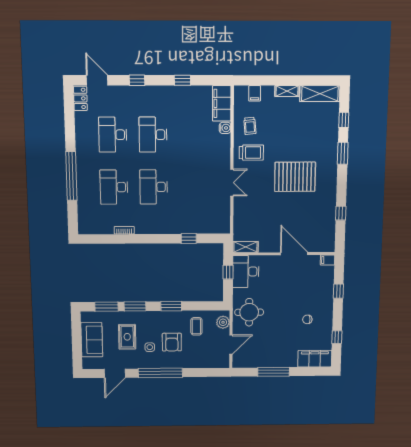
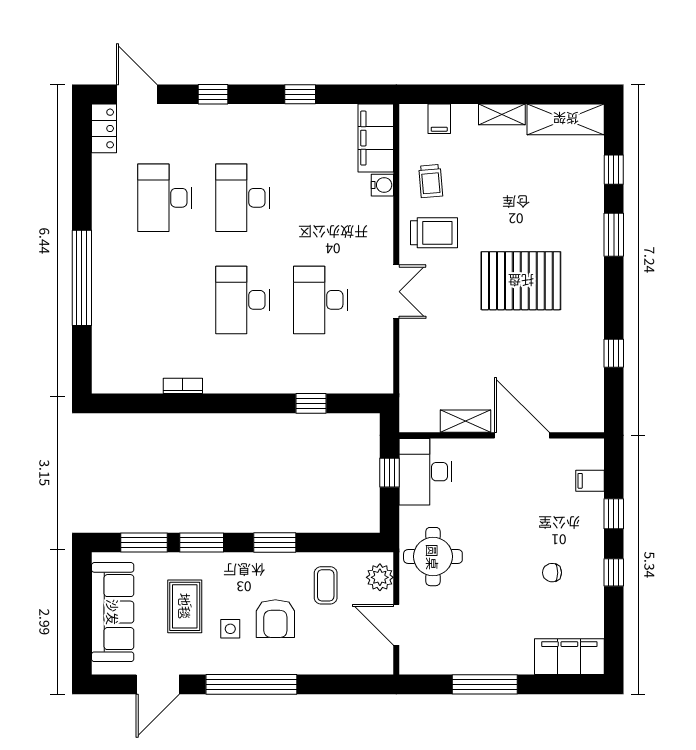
desk: (114, 187) -> (320, 300), moved
shelving: (246, 247) -> (465, 421), moved
filing cabinet: (328, 260) -> (590, 481), moved
window: (337, 337) -> (614, 572), moved
sofa: (92, 340) -> (113, 612), width x1.36
door: (231, 345) -> (396, 625), swing flipped

